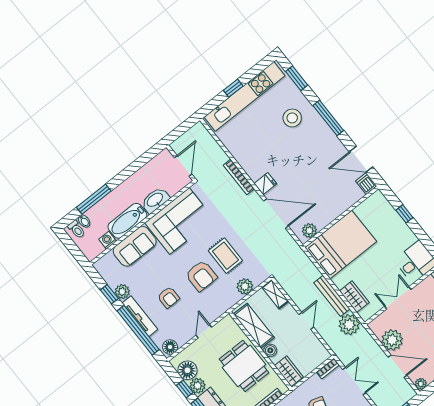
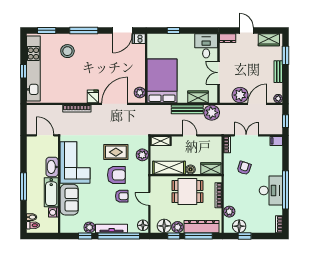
window: (94, 199) -> (24, 187), moved
armchair: (169, 297) -> (122, 196), moved

